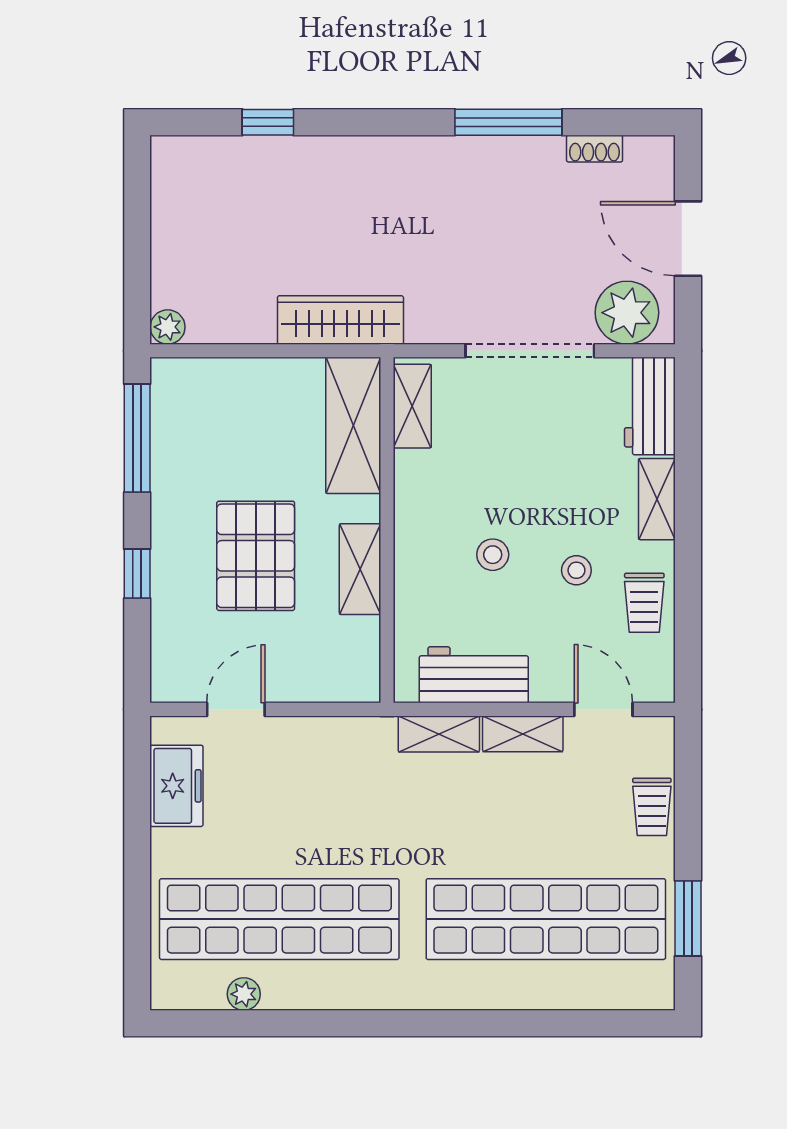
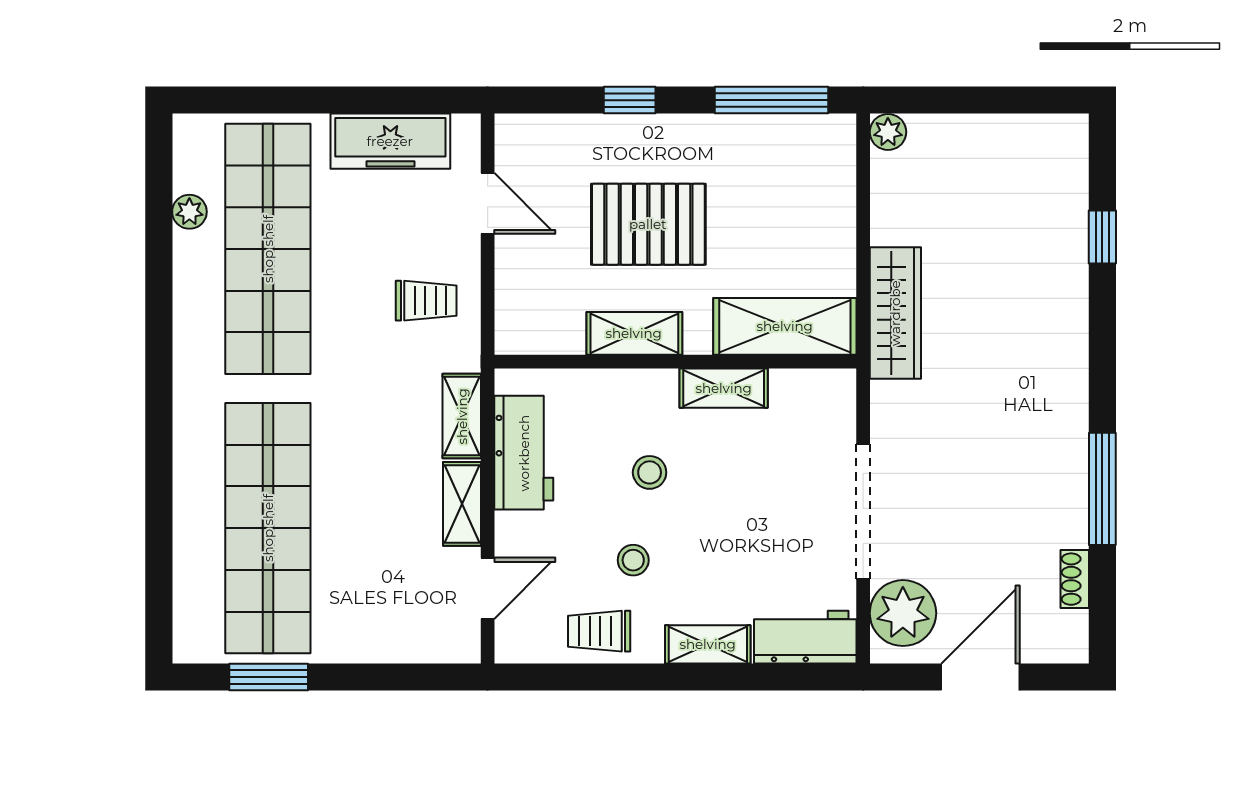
shelving: (412, 406) -> (724, 388), moved
freezer: (176, 786) -> (390, 141), width x1.40
trolley: (652, 807) -> (426, 301), moved, turned 180

